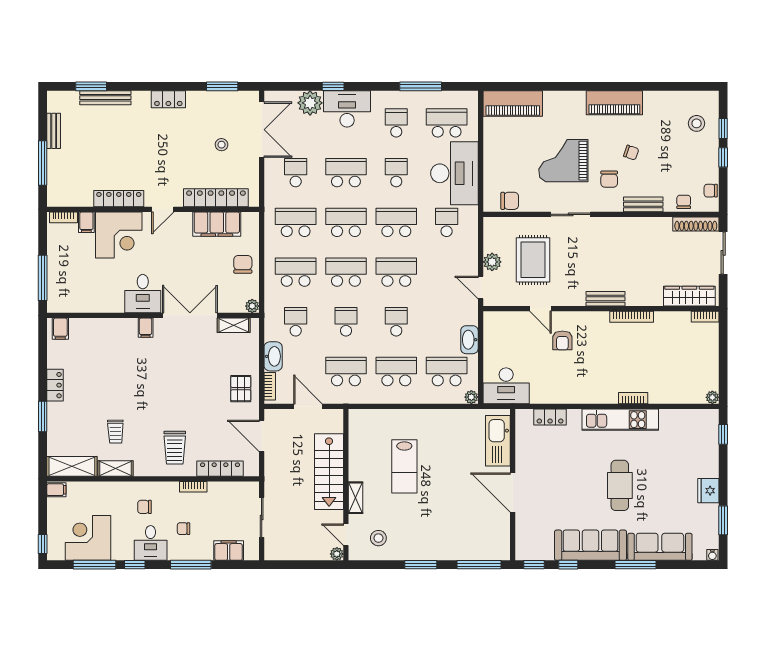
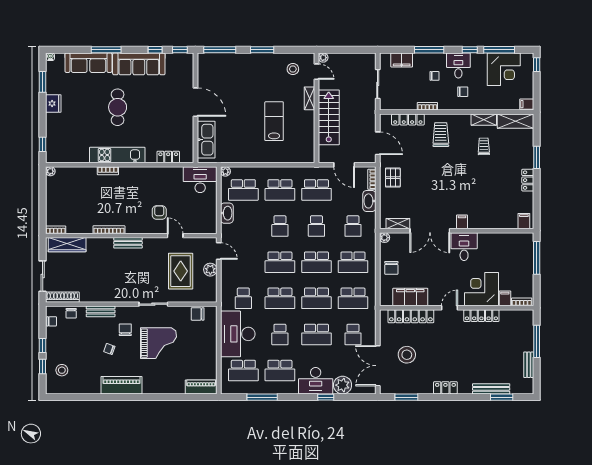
piano: (513, 103) -> (201, 387), width x0.73, depth x0.75
school desk: (396, 123) -> (280, 371), width x1.85
stool: (222, 145) -> (407, 355), width x1.89, depth x1.89

